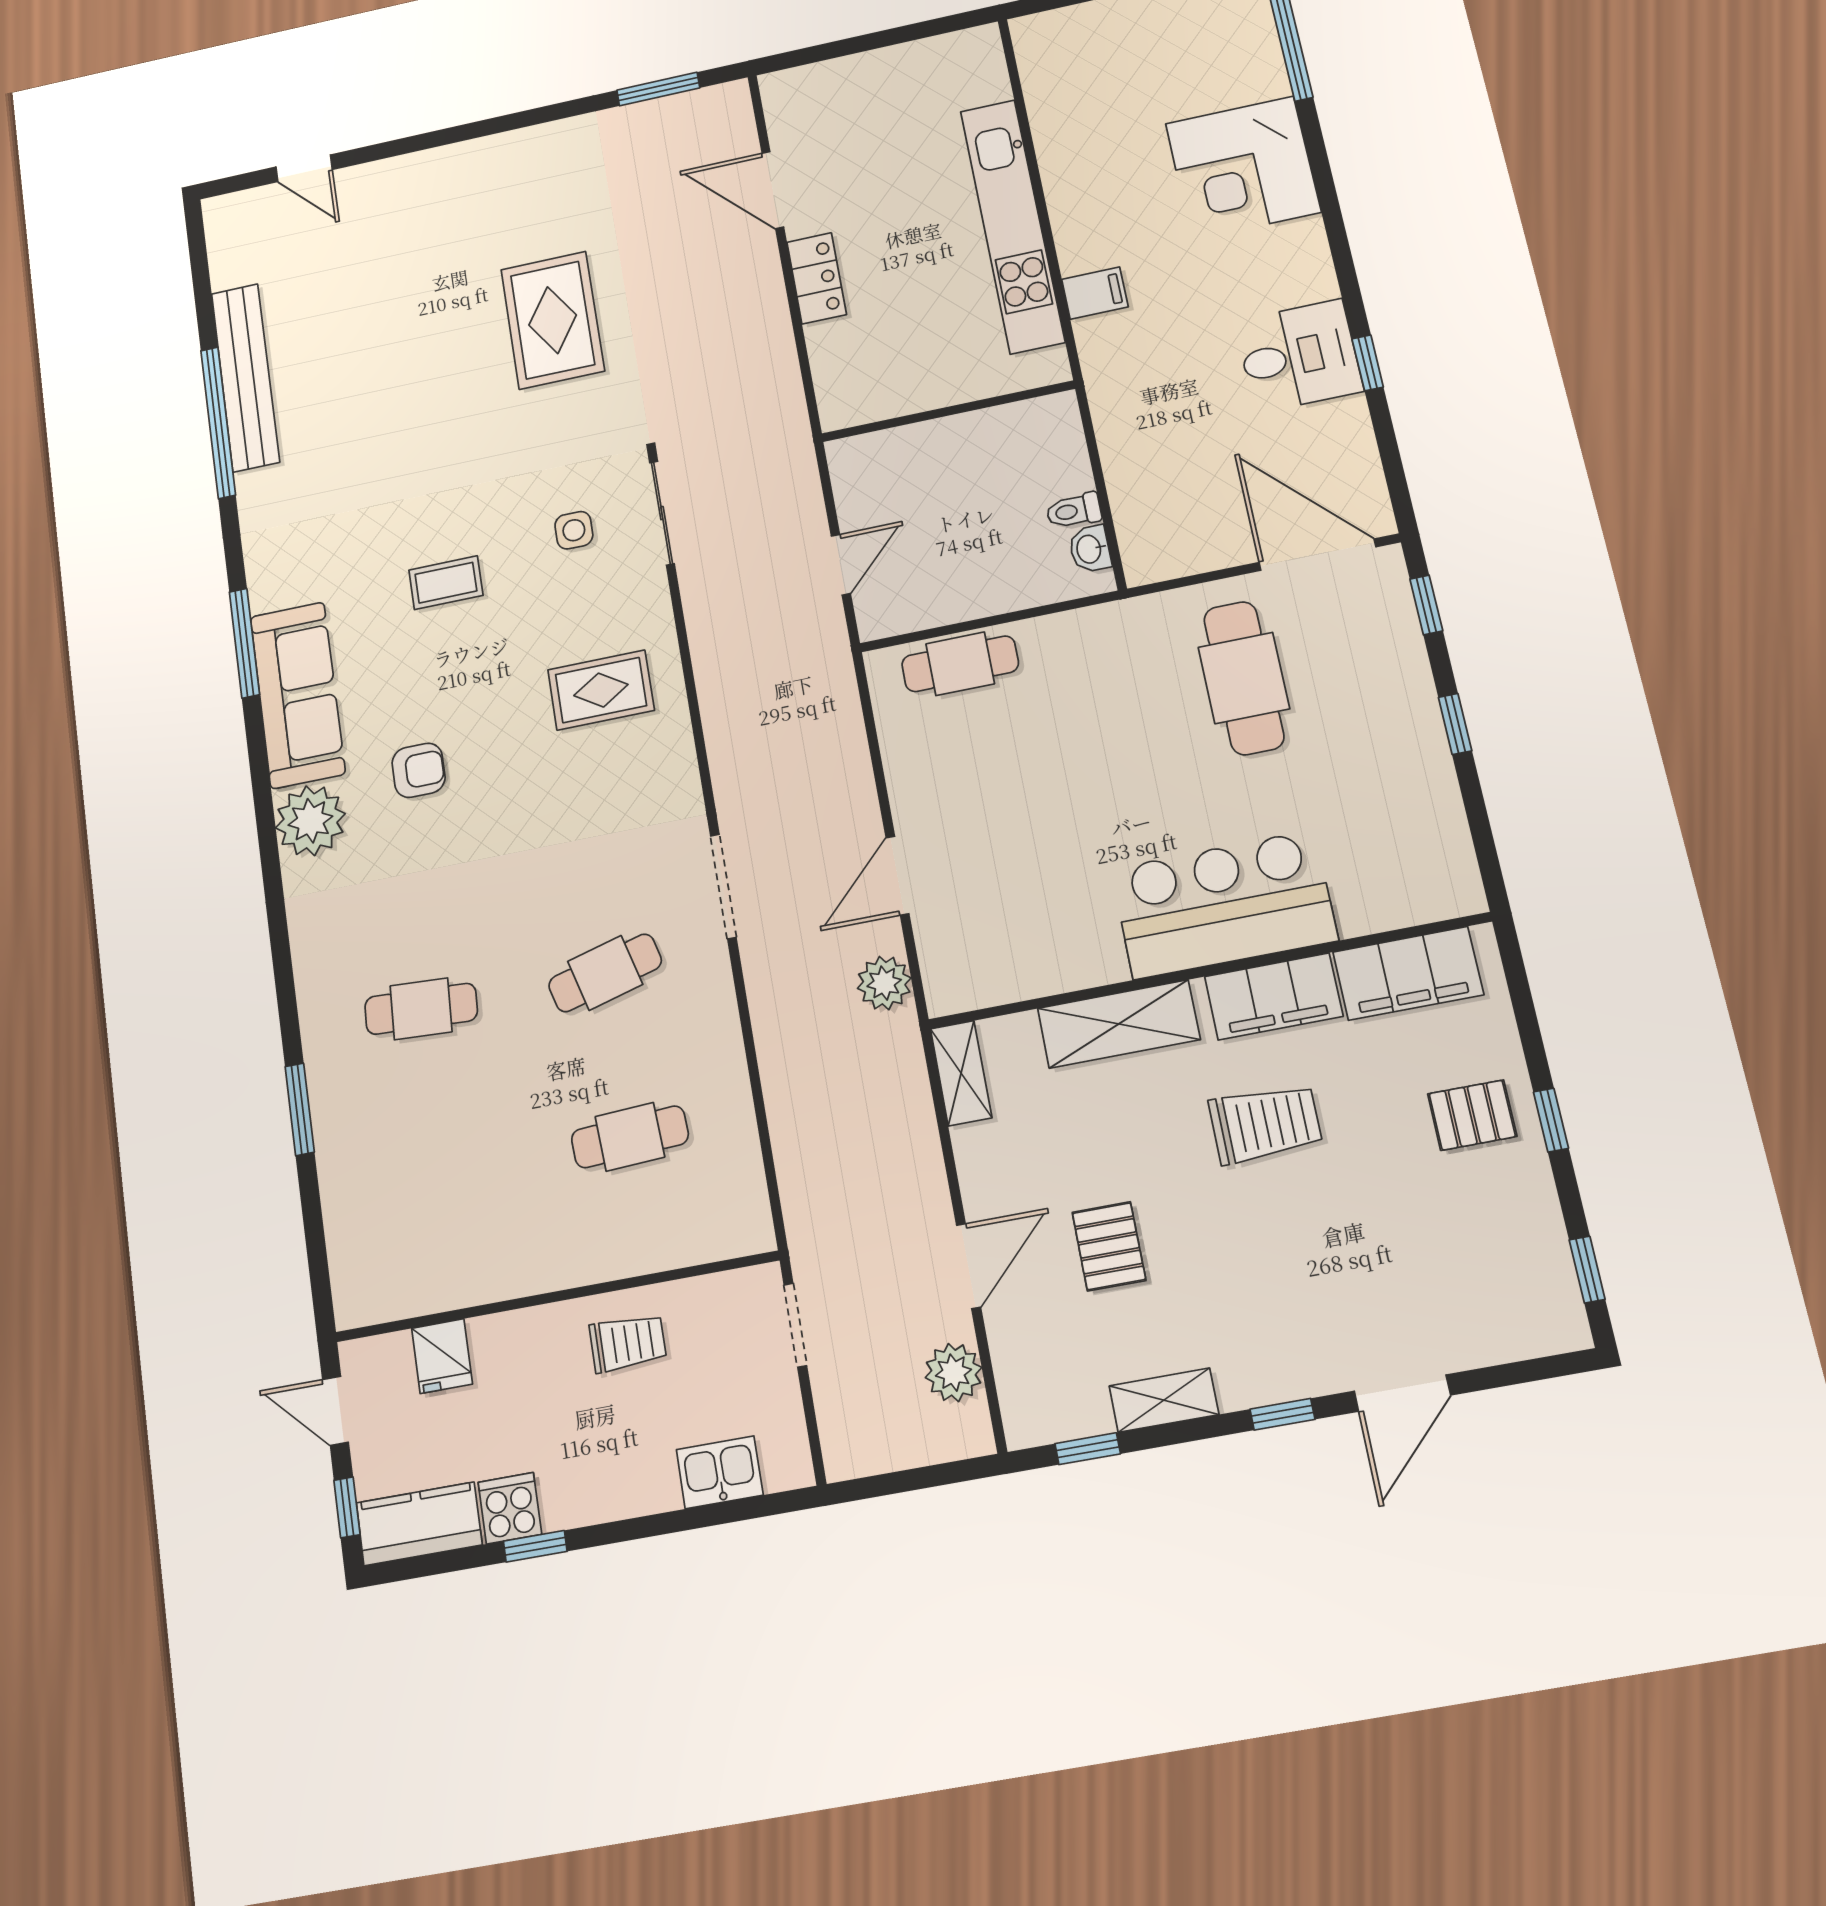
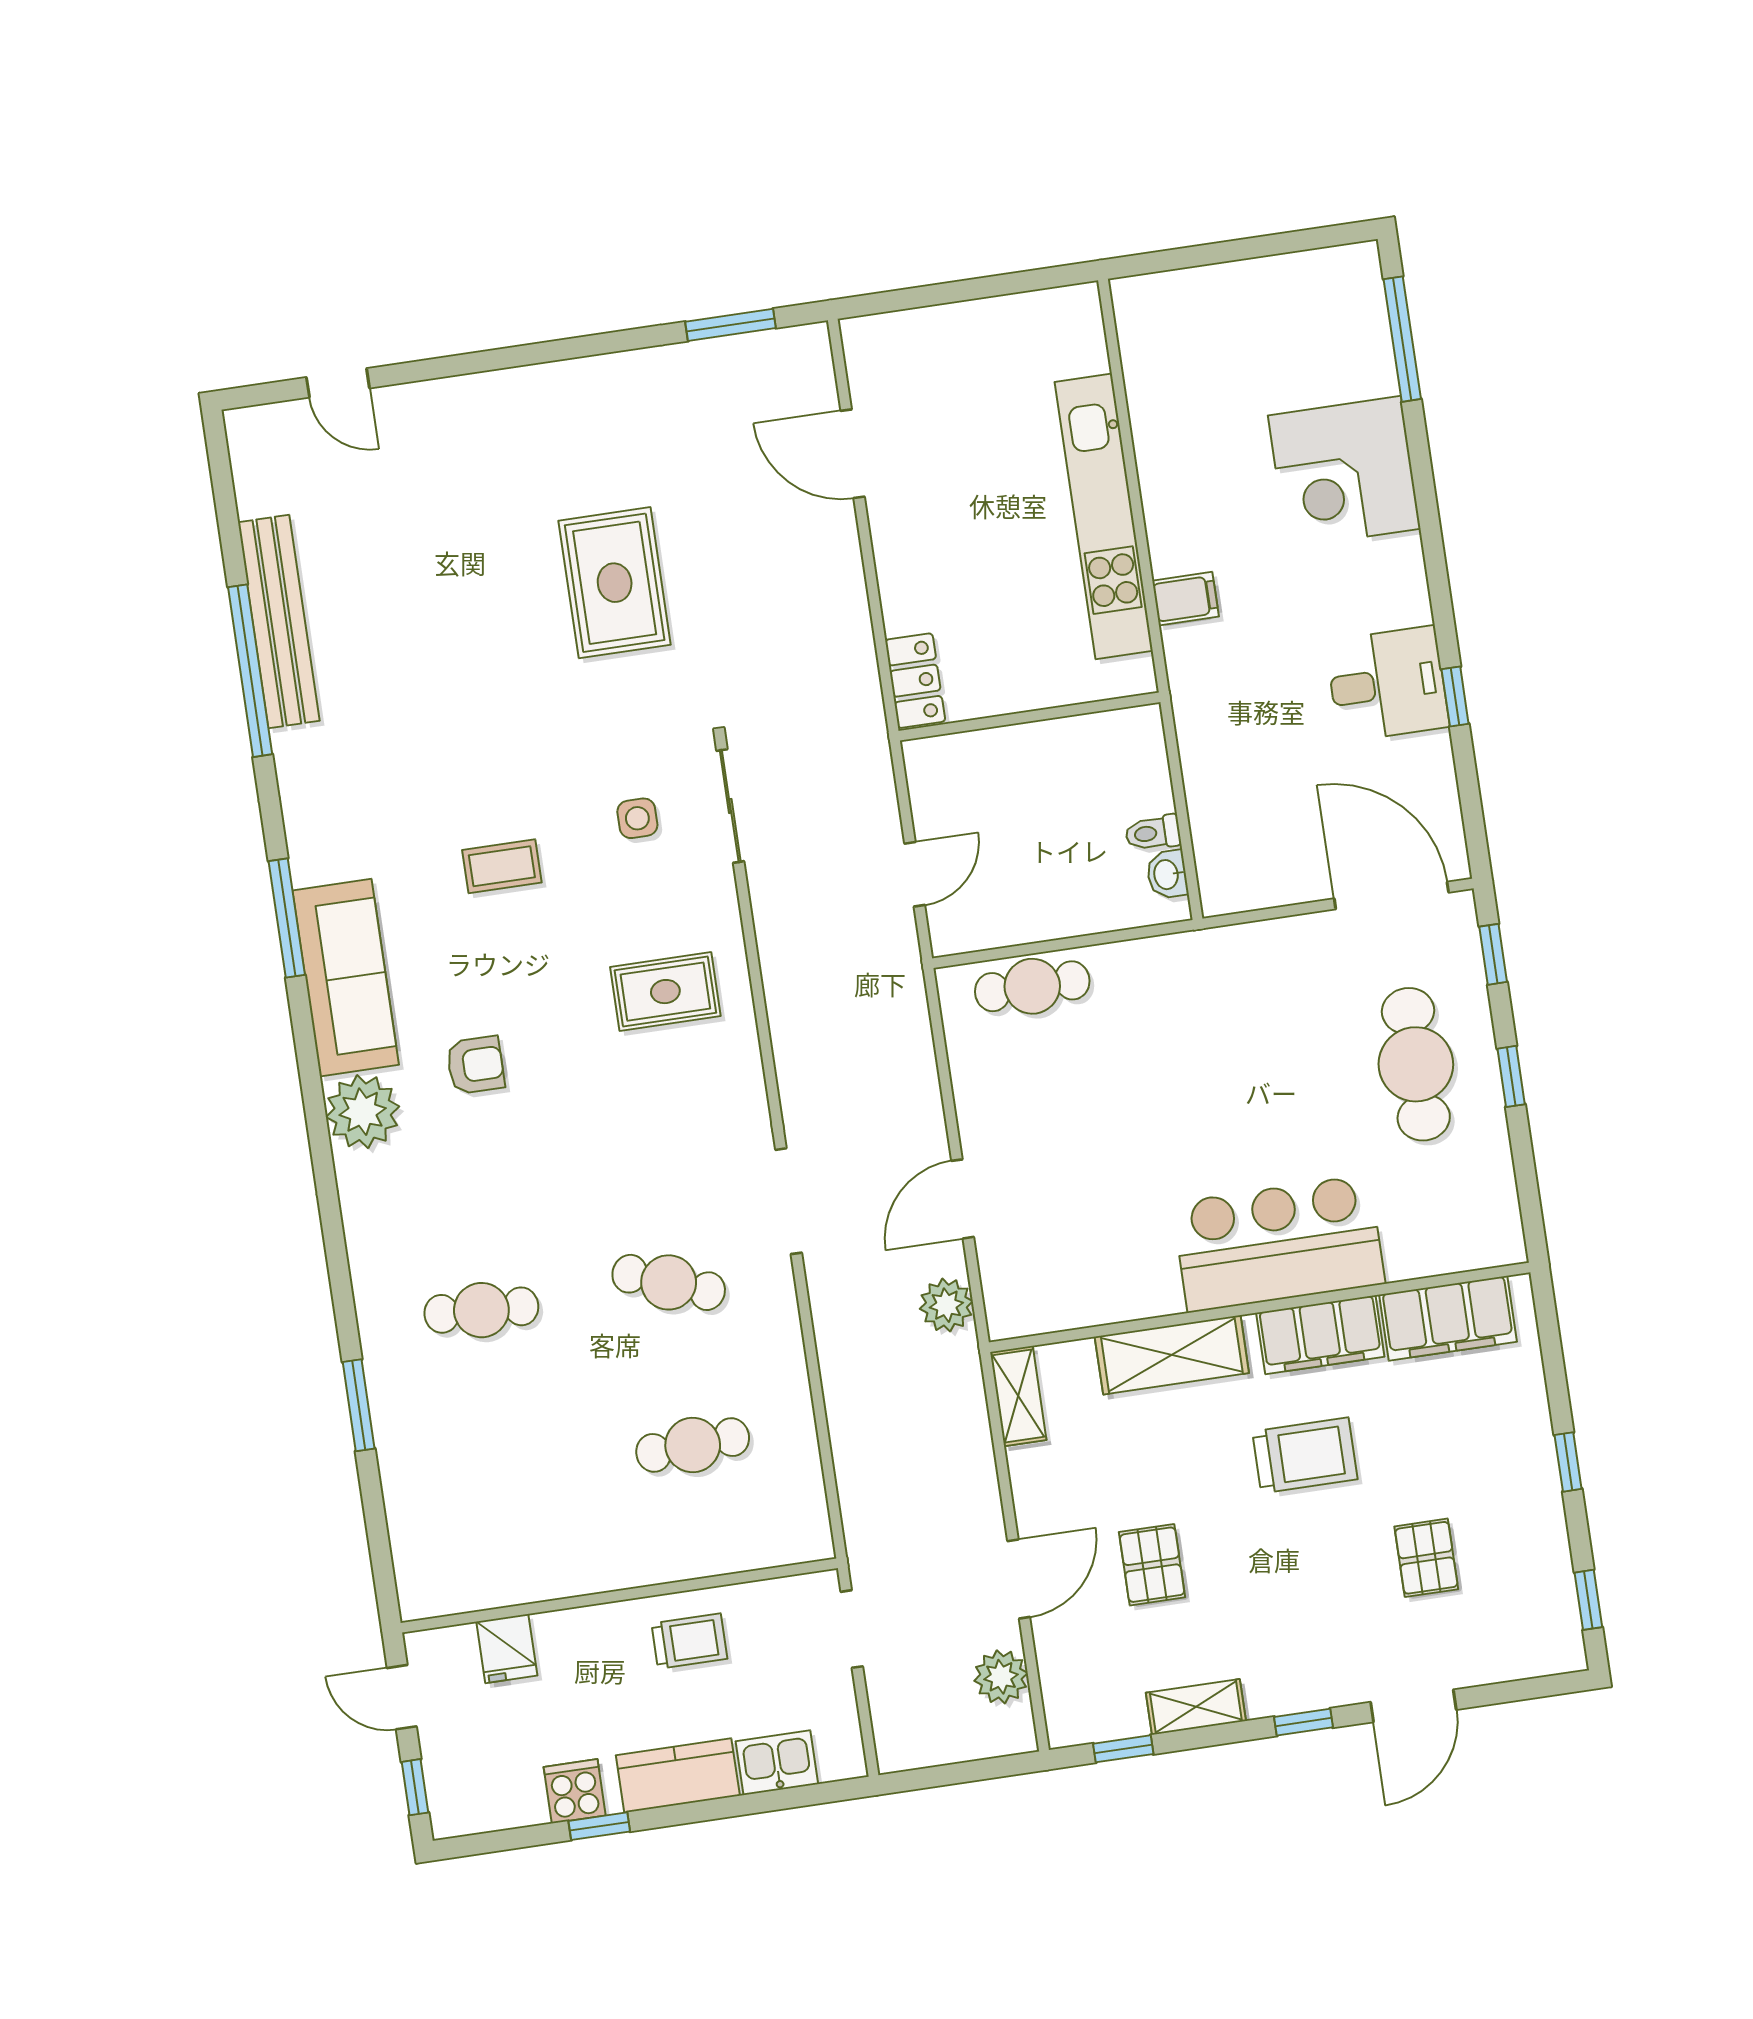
locker: (817, 278) -> (915, 681), moved
cafe table: (1244, 678) -> (1416, 1064), moved
cafe table: (605, 973) -> (669, 1282), turned 36
pallet: (1472, 1115) -> (1426, 1558), moved, turned 90
kitchen counter: (419, 1524) -> (678, 1775), moved

